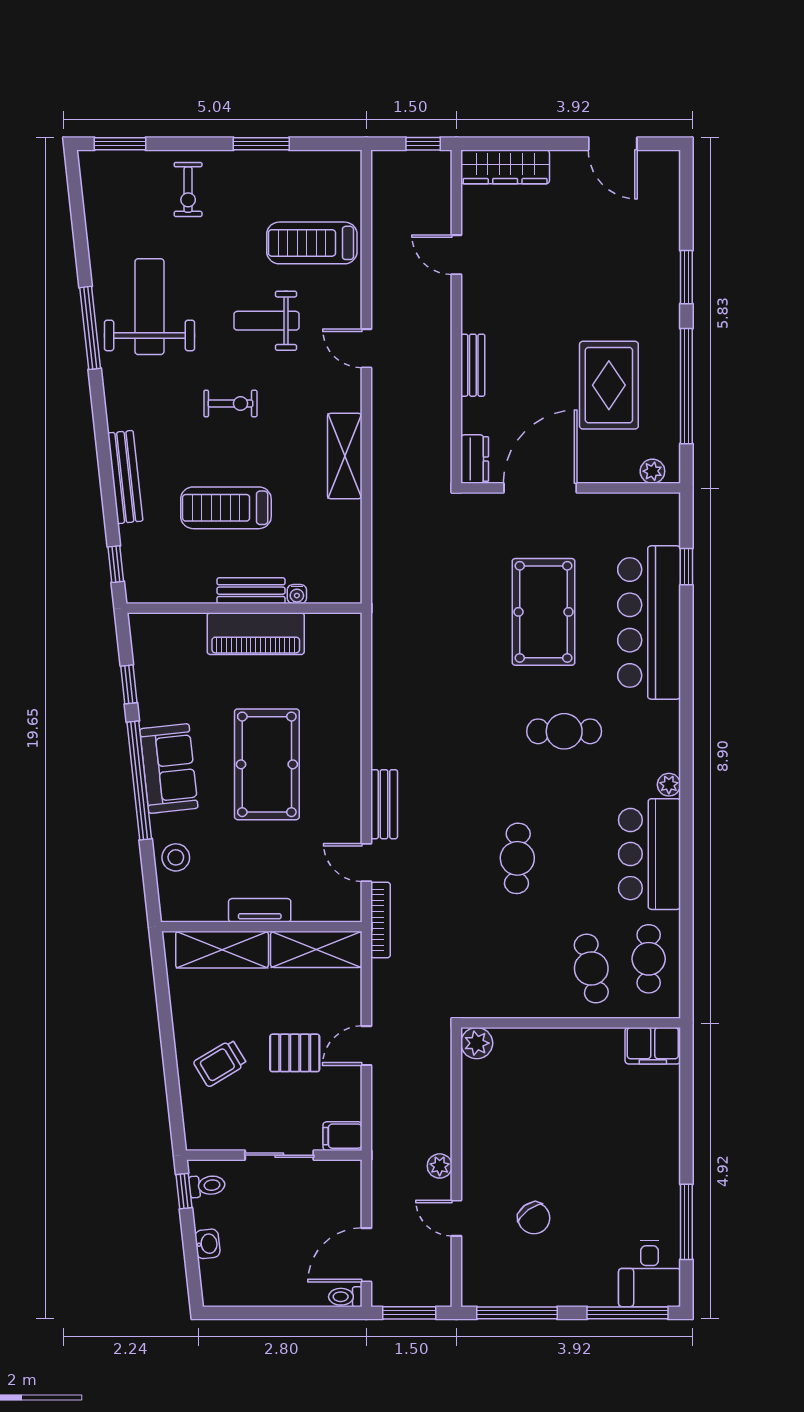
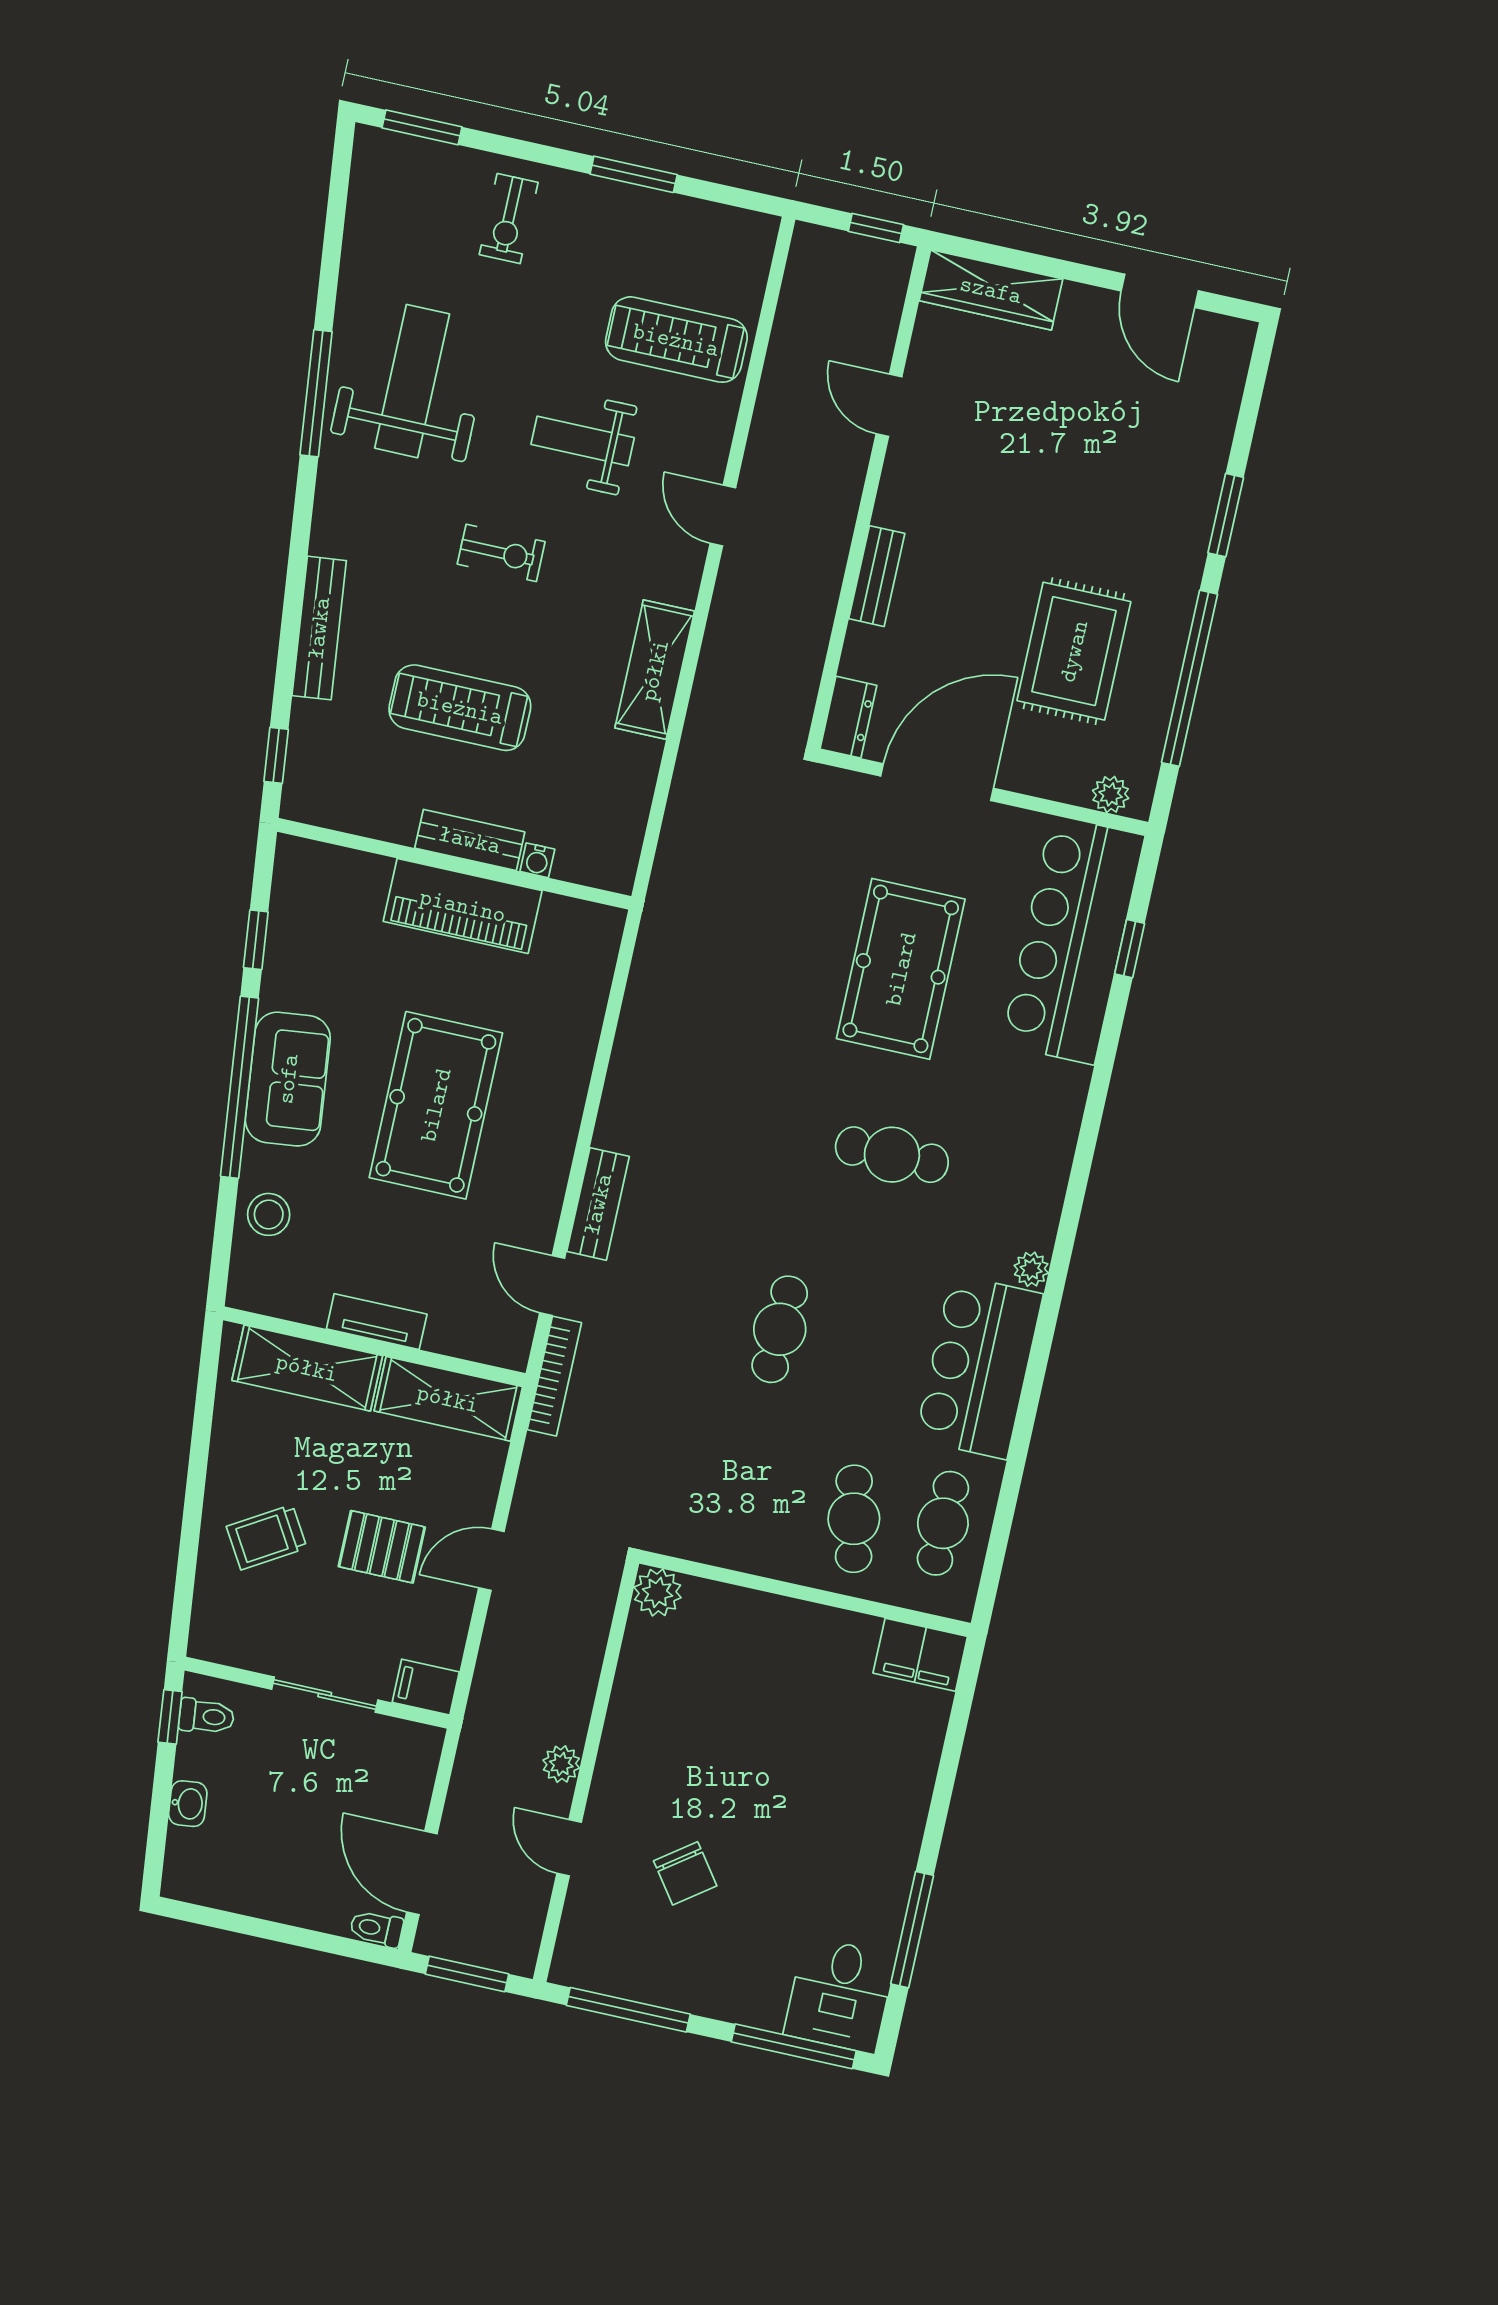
bar counter: (649, 622) -> (1073, 940), moved
door: (366, 1255) -> (422, 1873), hinge flipped

